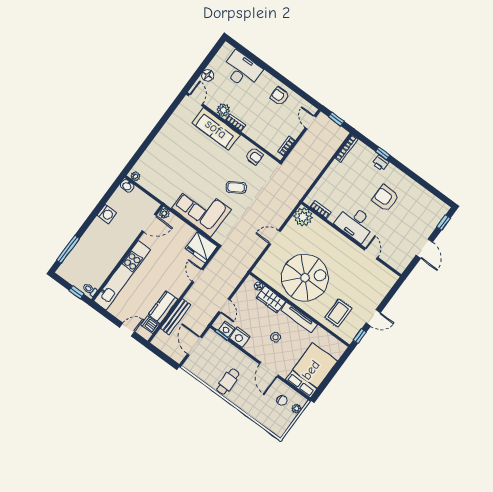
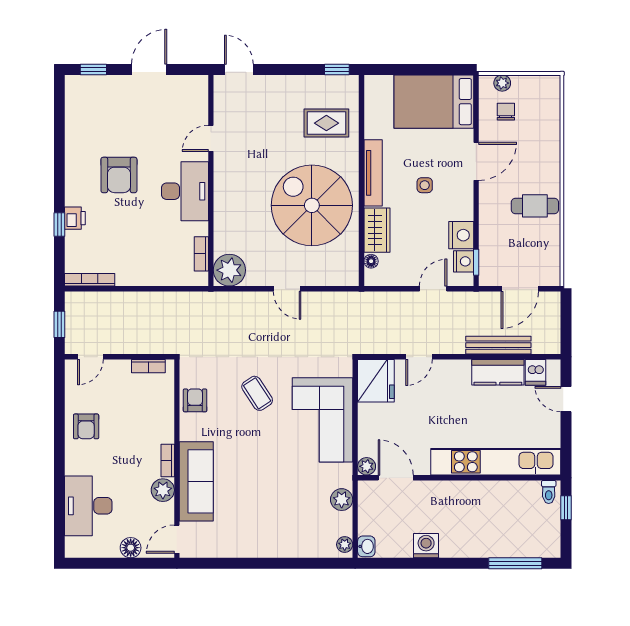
plant: (157, 190) -> (342, 500), added
door: (373, 318) -> (239, 69), moved

